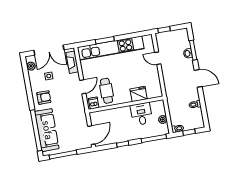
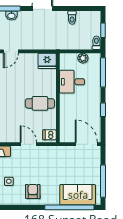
cafe table: (106, 91) -> (40, 103), moved
fridge: (139, 94) -> (47, 61), moved, turned -90
sofa: (47, 130) -> (78, 195), width x0.73

